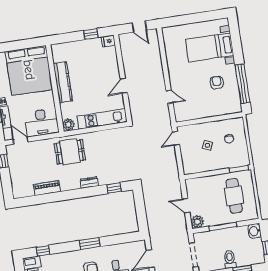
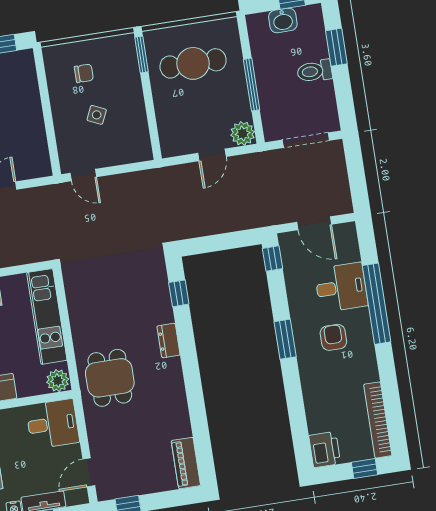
desk: (42, 122) -> (53, 424), width x0.73
piano: (47, 188) -> (186, 463), moved
washbasin: (255, 231) -> (283, 20), moved
window: (43, 251) -> (272, 258), moved

